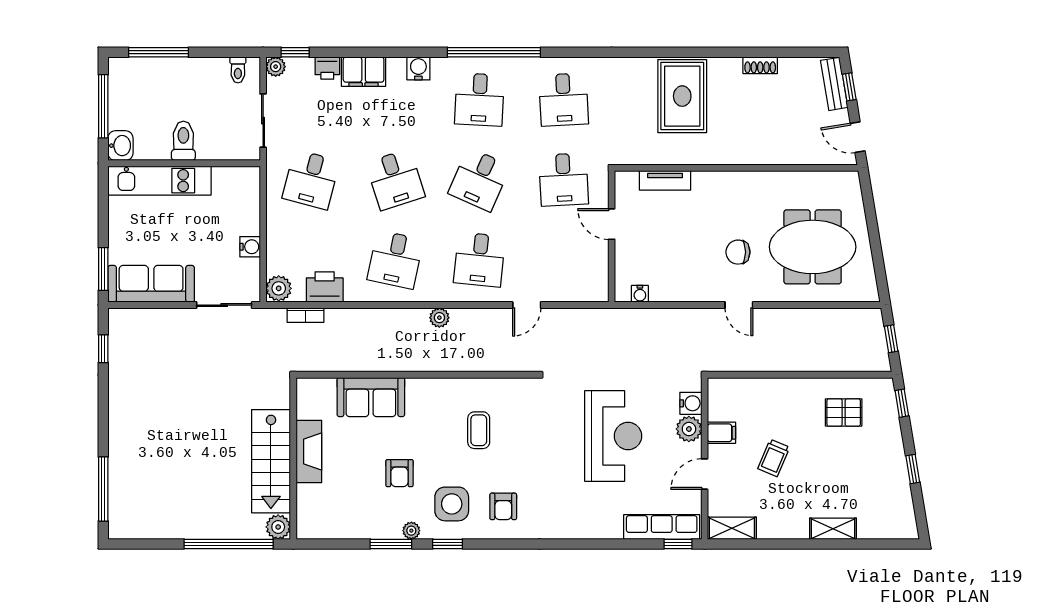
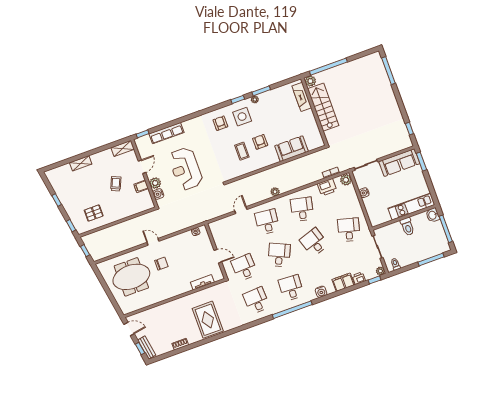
fireplace: (309, 451) -> (302, 97), moved
armchair: (399, 473) -> (260, 142), moved
row of seats: (662, 527) -> (166, 133), moved

